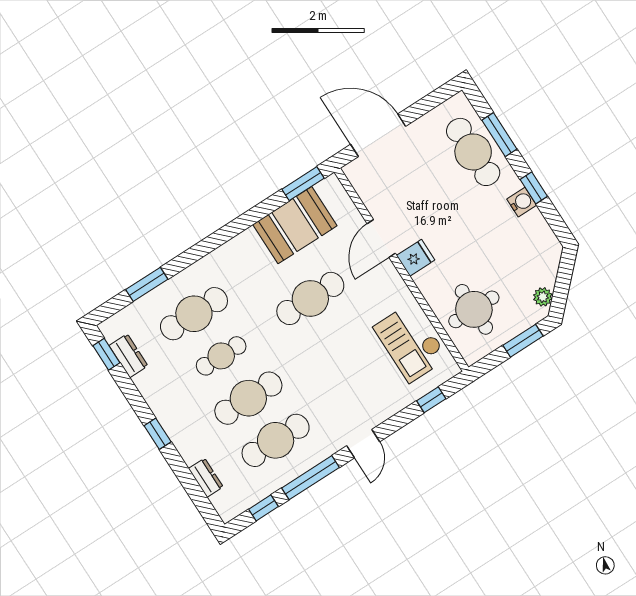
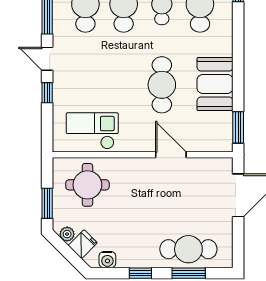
water cooler: (522, 202) -> (107, 260), moved
booth: (295, 225) -> (215, 84), moved
fridge: (416, 258) -> (83, 244), moved, turned -135
window: (431, 400) -> (47, 93), moved

